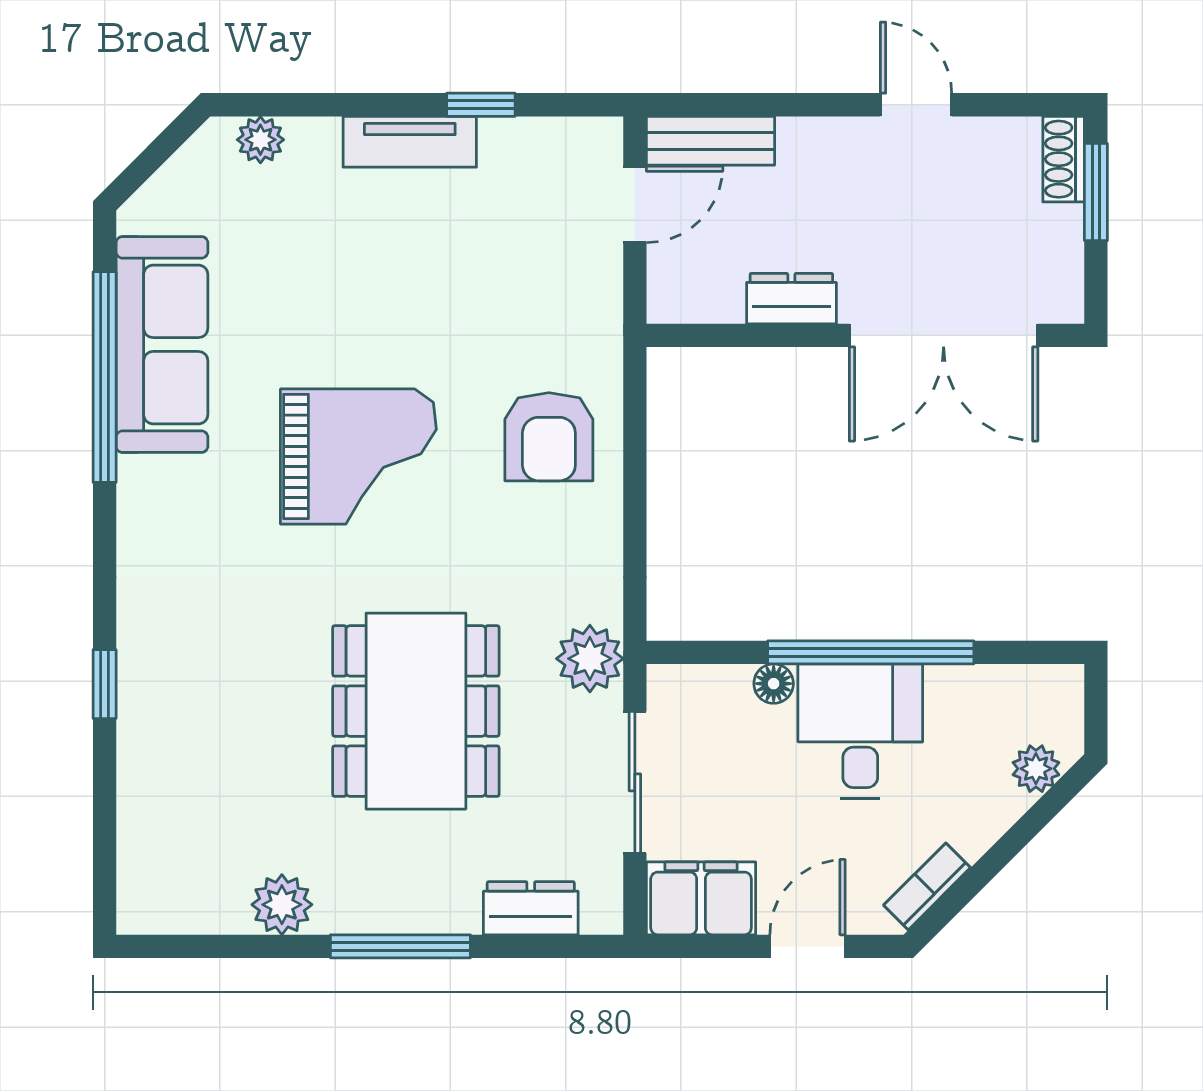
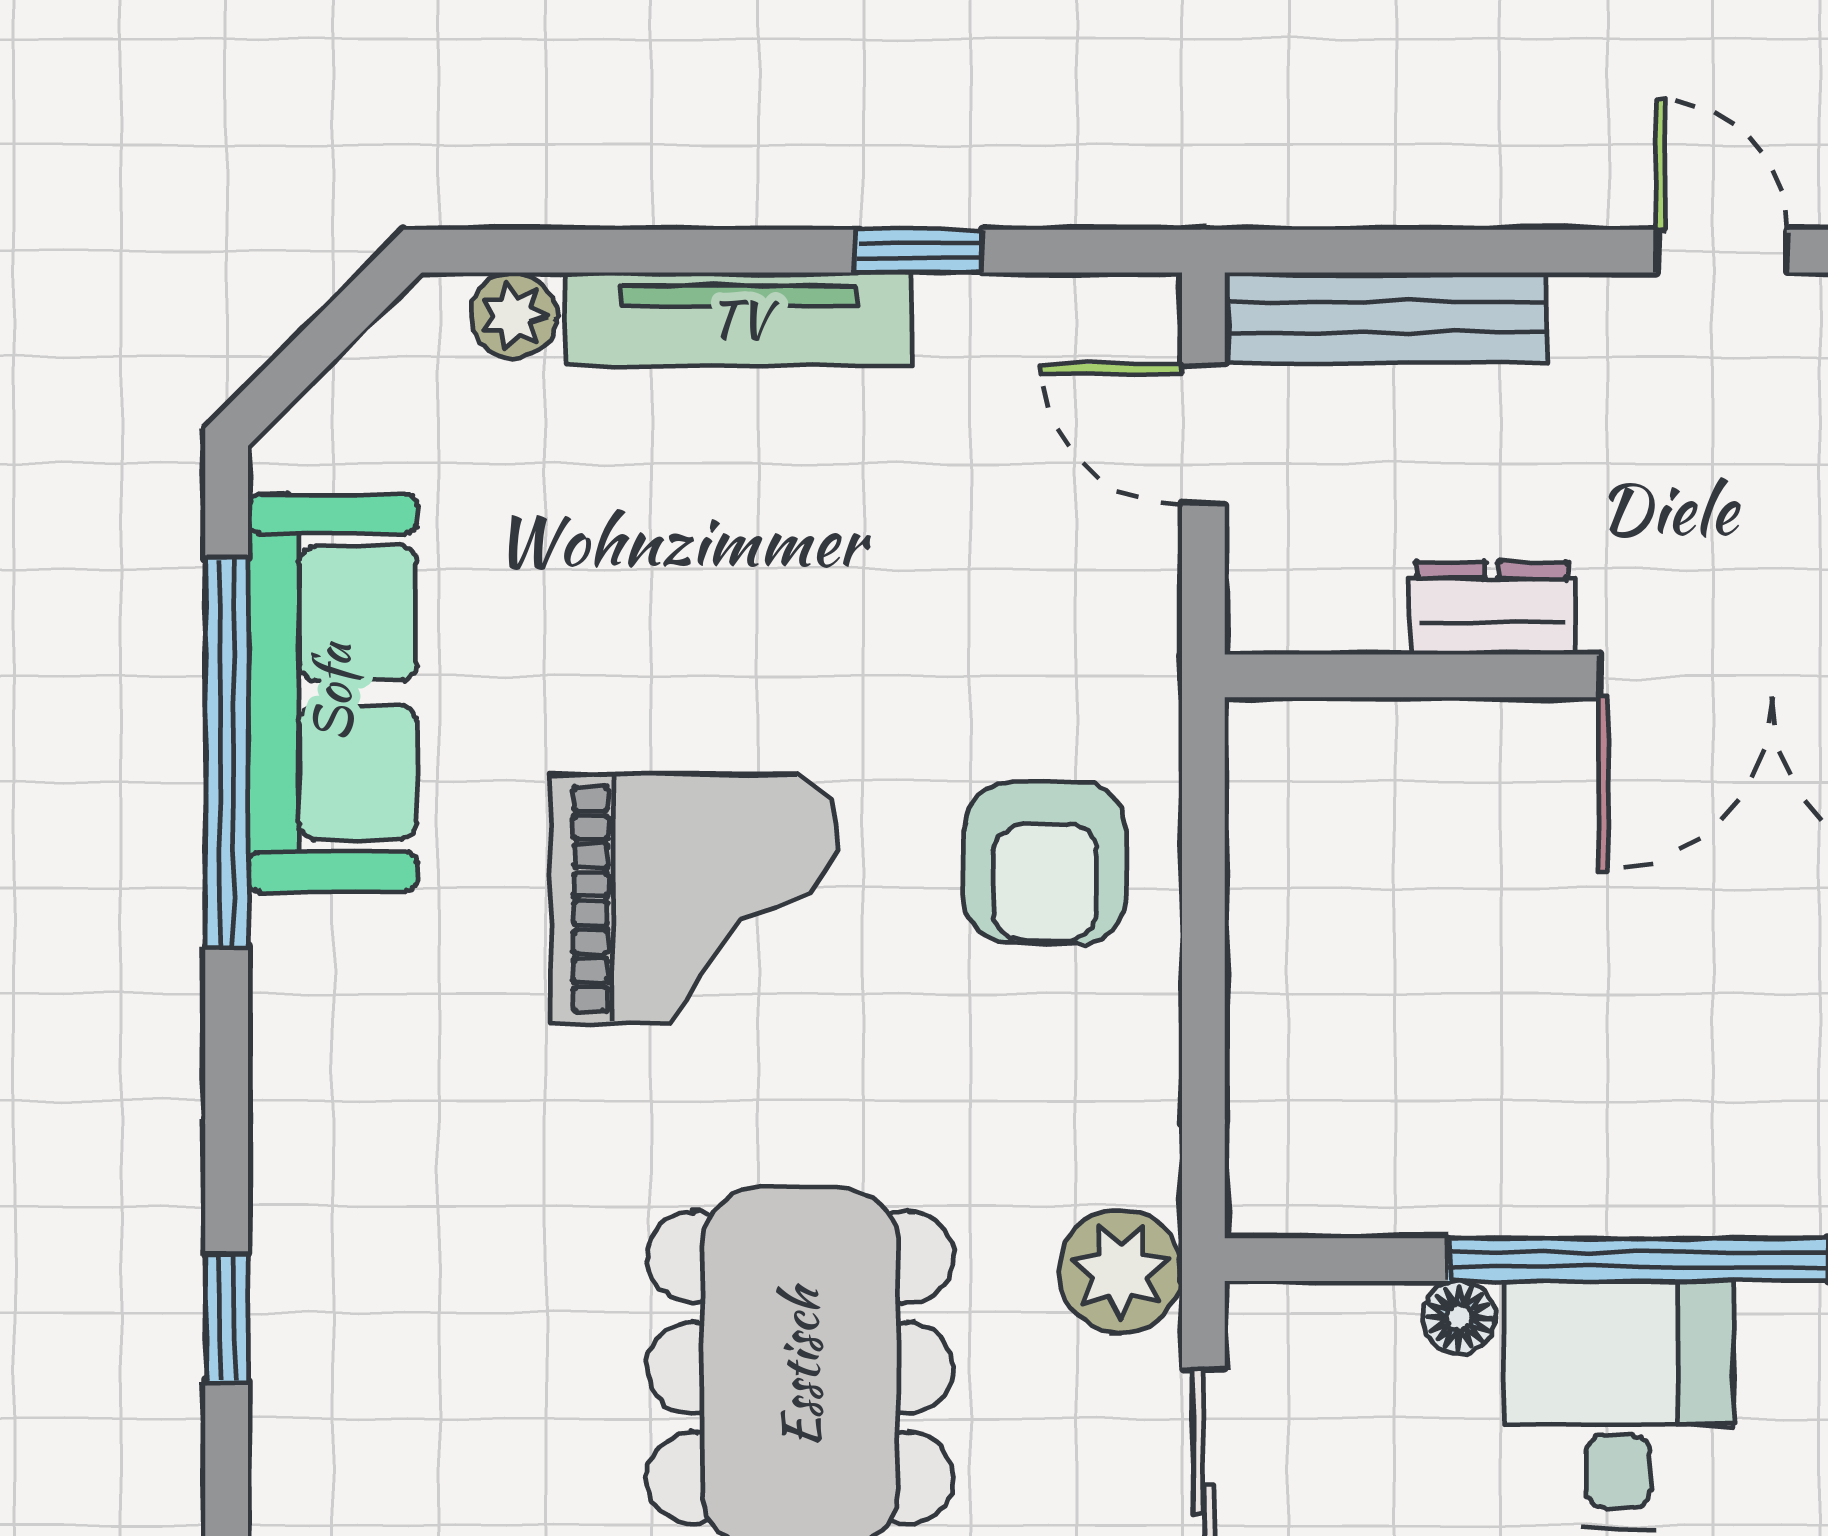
bench: (710, 141) -> (1386, 317), width x1.36
tv unit: (410, 142) -> (739, 319), width x1.41
door: (635, 204) -> (1203, 435), swing flipped

